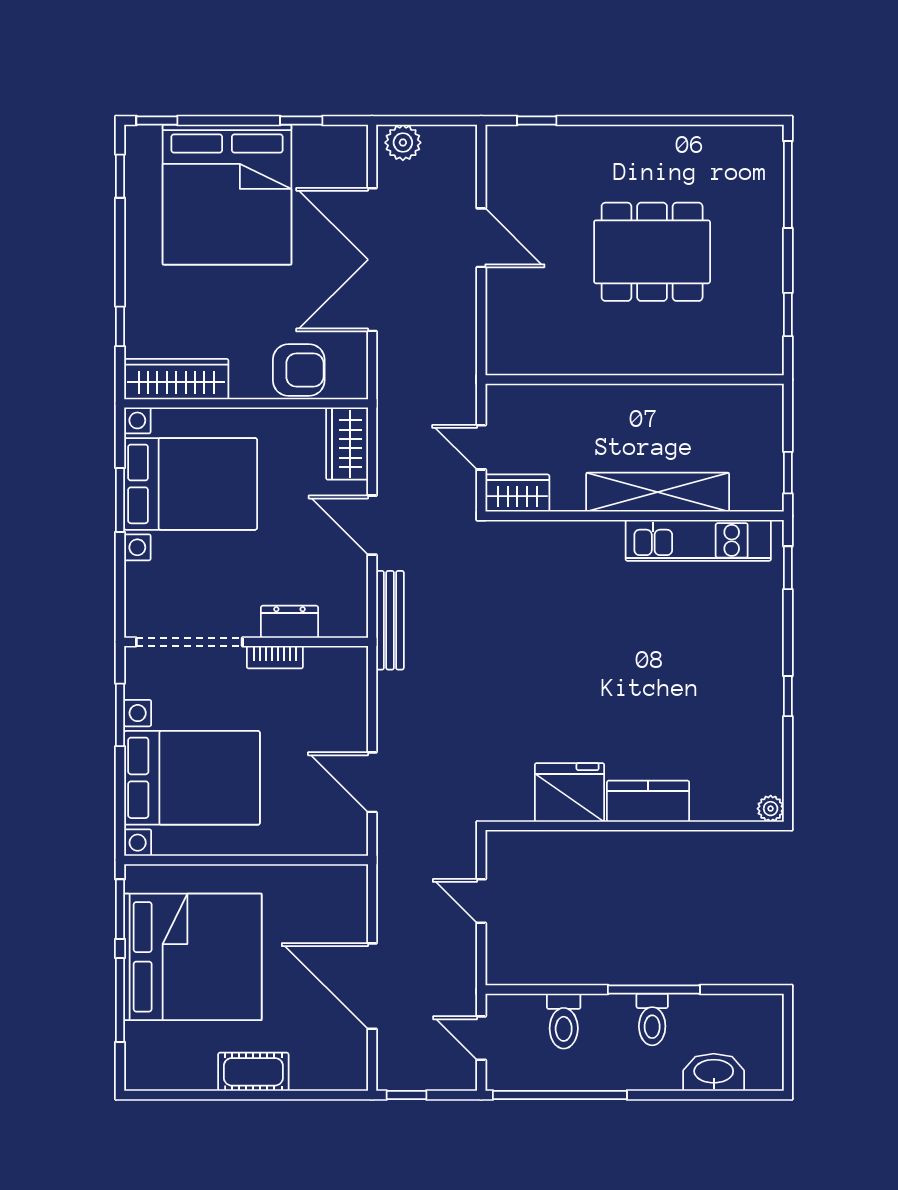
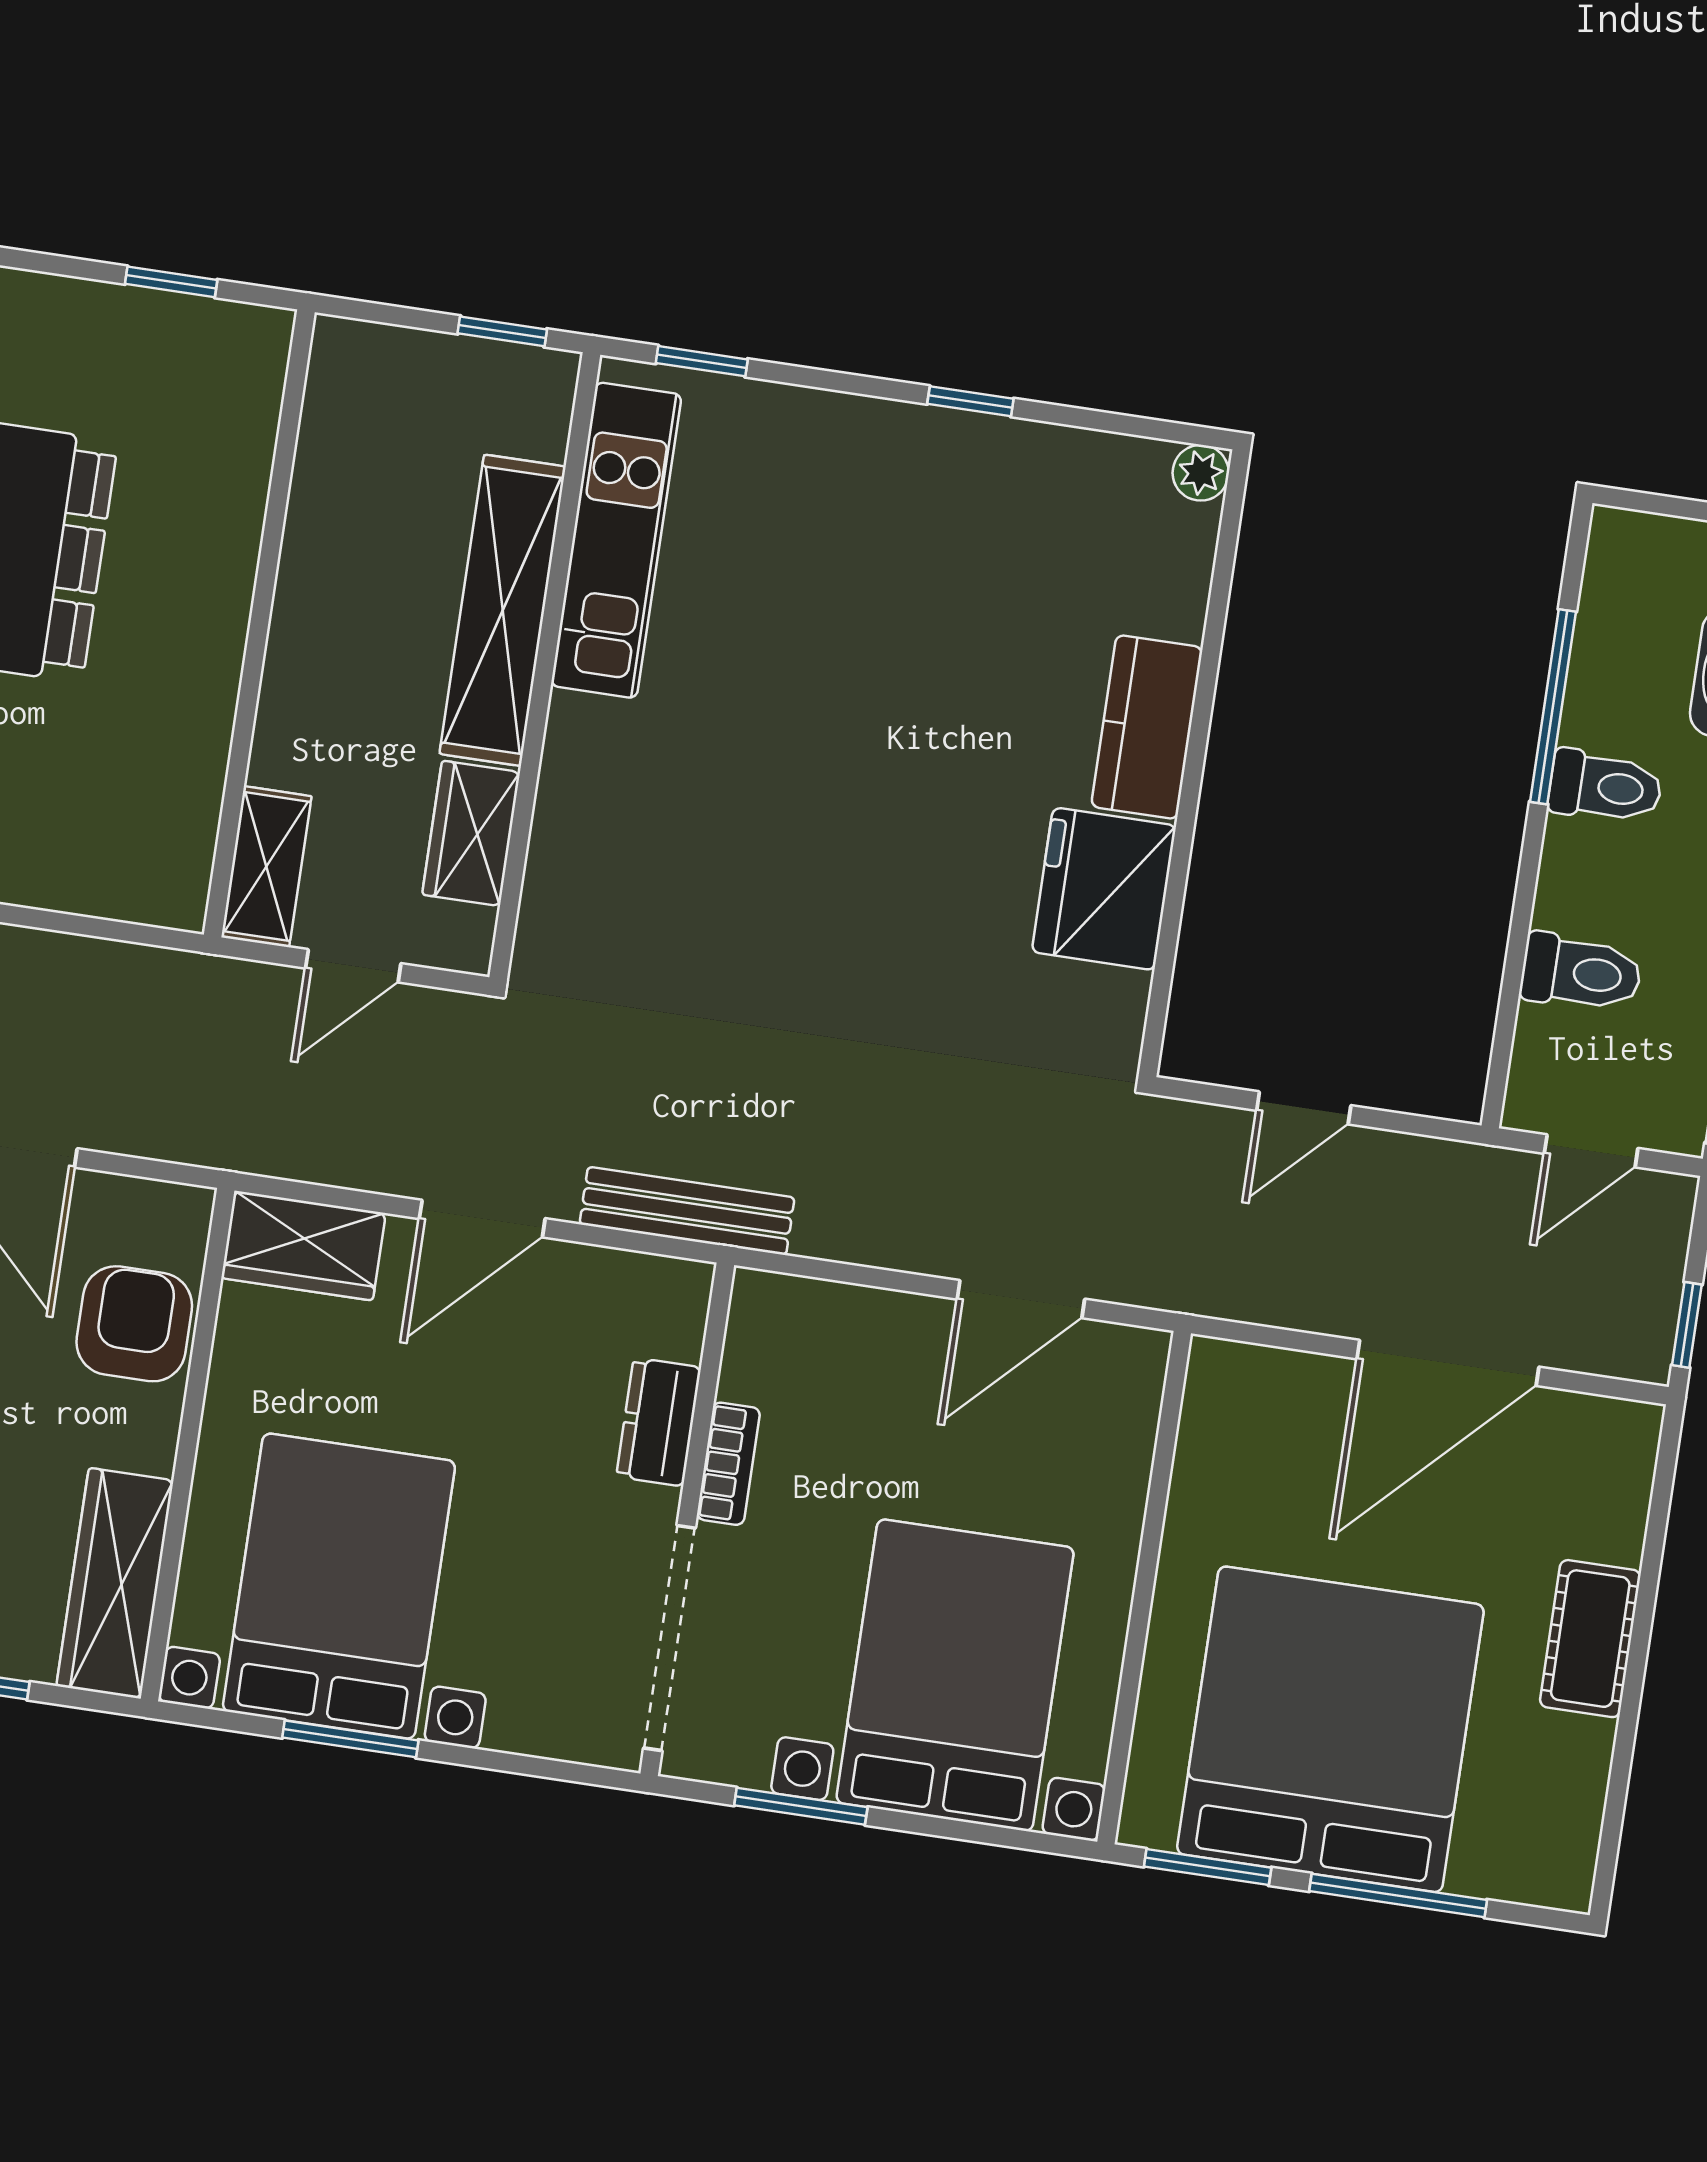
shelving: (522, 400) -> (266, 866), added
wardrobe: (517, 493) -> (471, 833), moved
window: (654, 989) -> (1553, 707), moved

